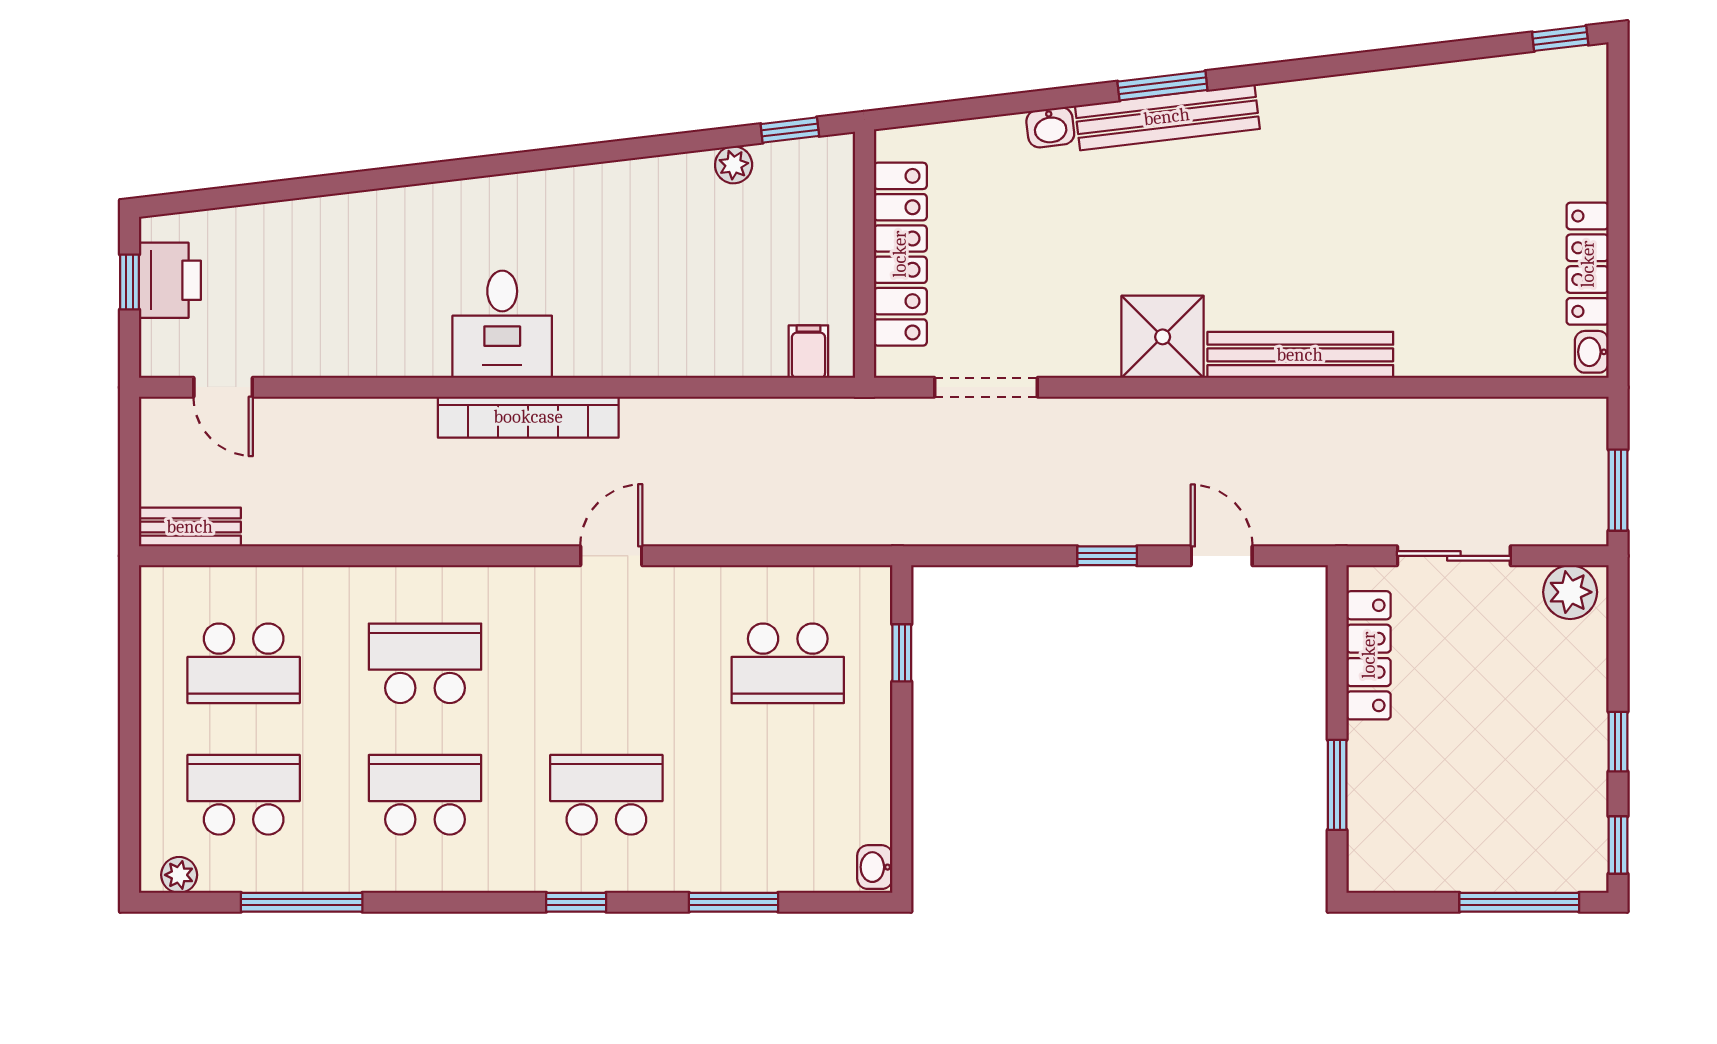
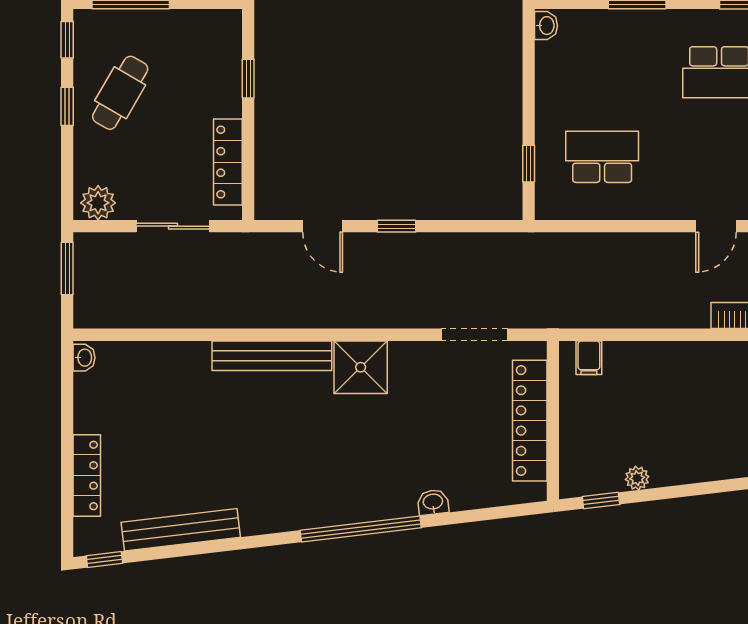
window: (1162, 86) -> (361, 529), width x2.11
bench: (1167, 117) -> (181, 530), moved
locker: (1588, 264) -> (87, 475), moved
cafe table: (1536, 763) -> (120, 93), added
window: (1337, 785) -> (248, 79), width x0.67

